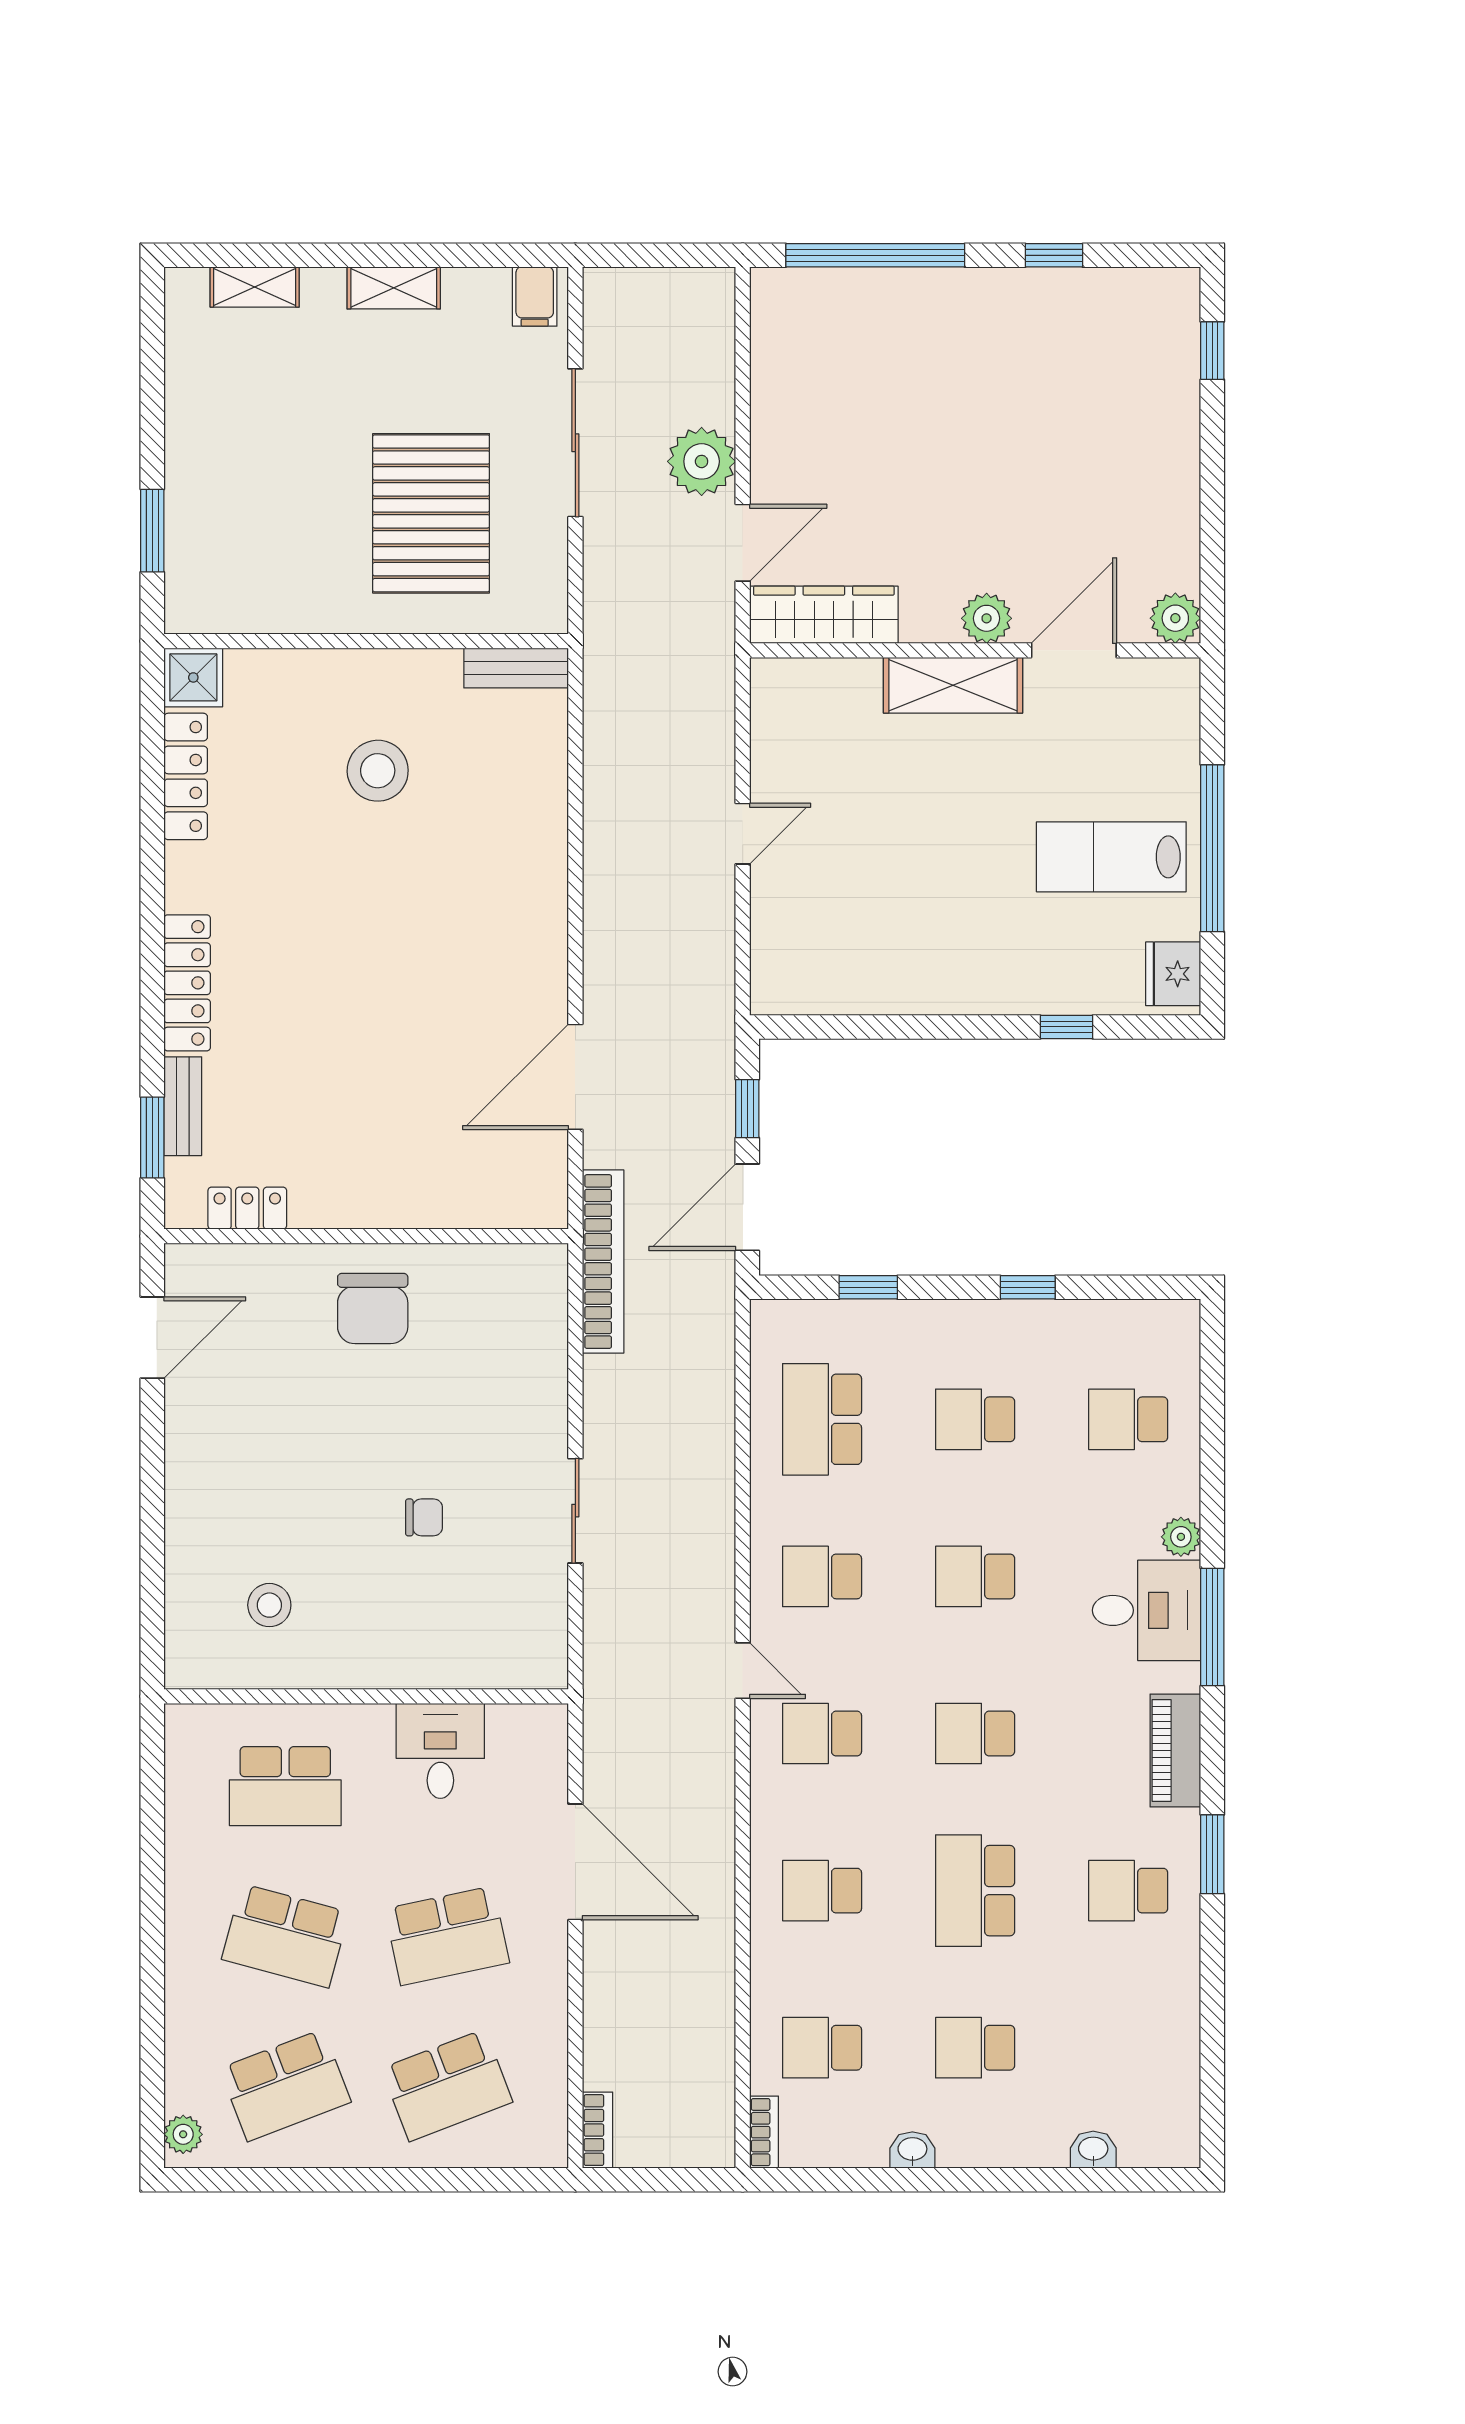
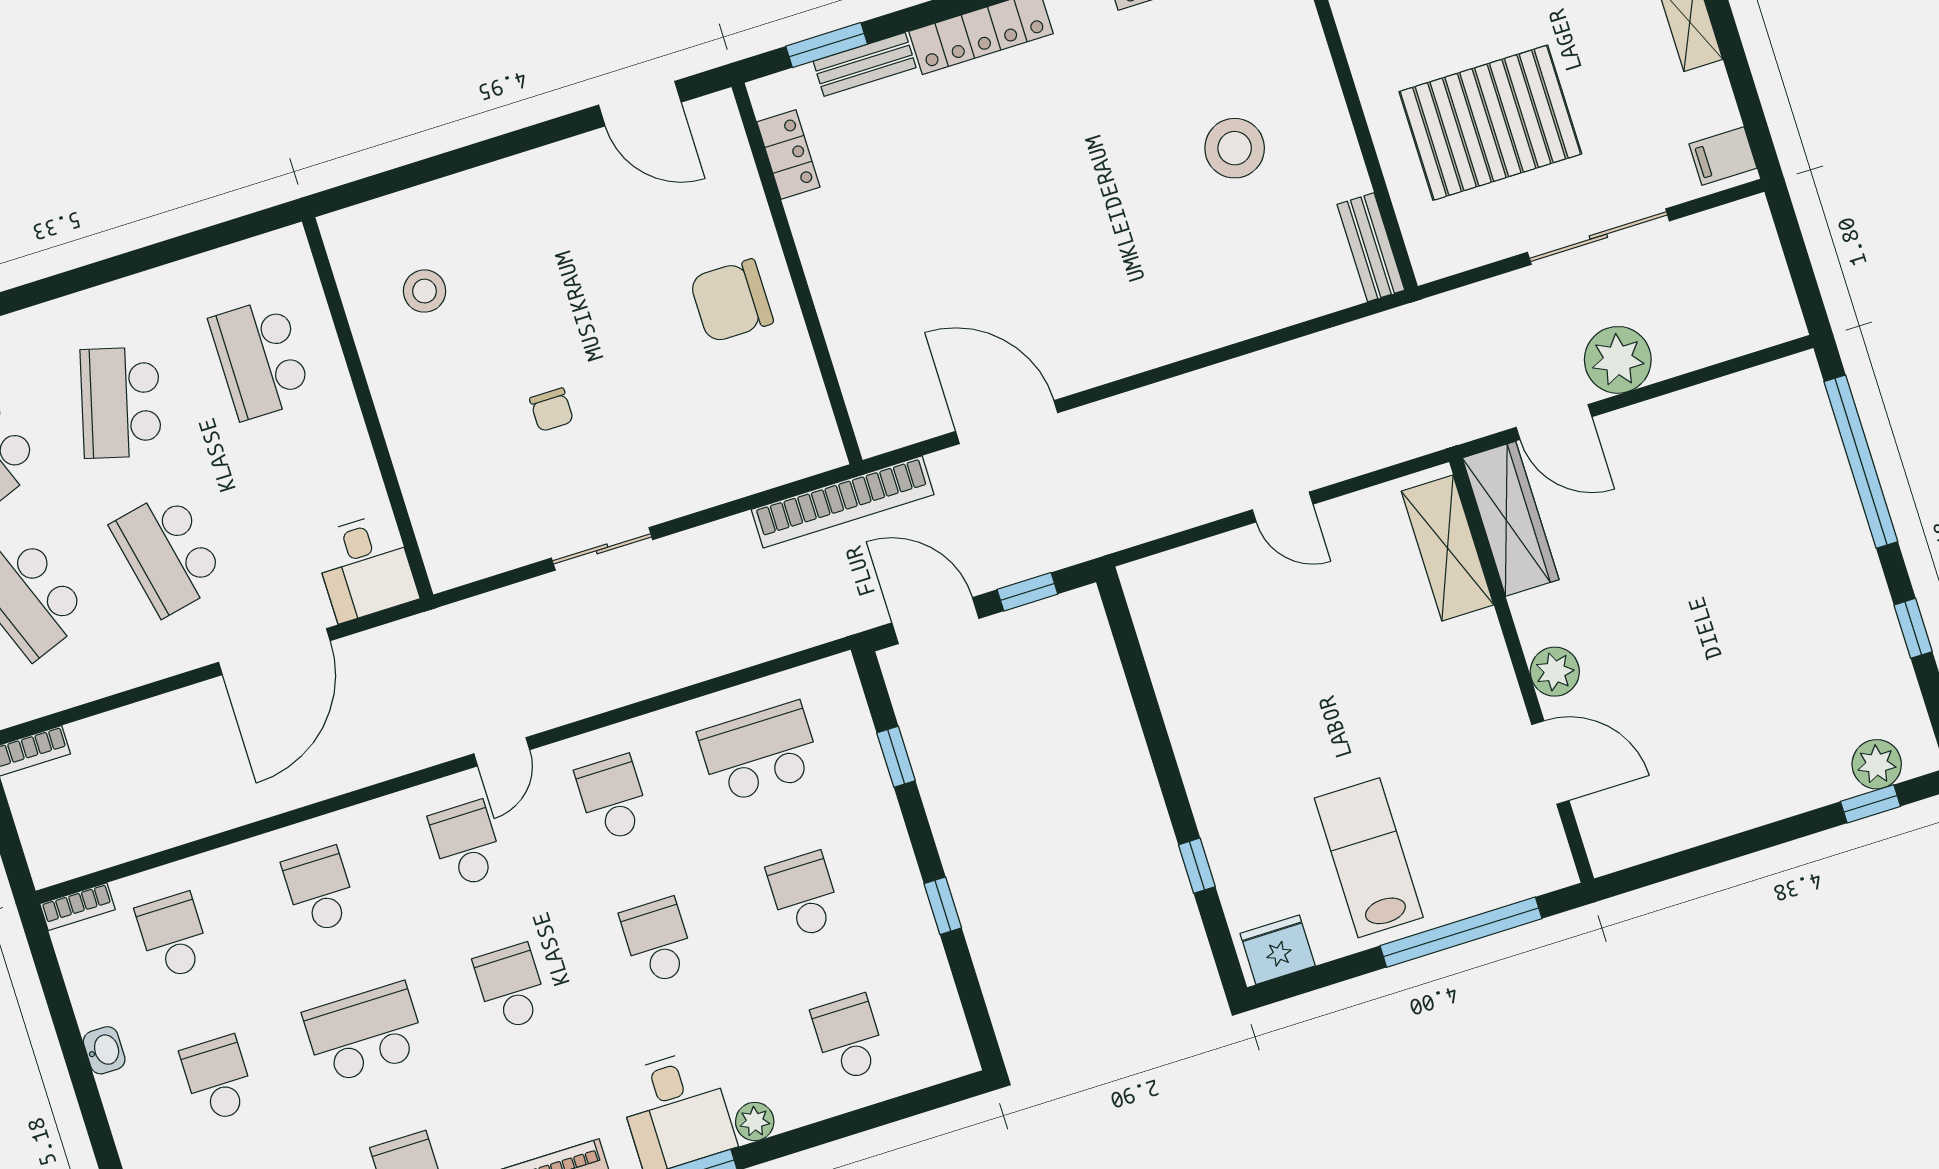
plant: (1175, 618) -> (1877, 764), moved
shelving: (953, 685) -> (1447, 548), moved
window: (1212, 848) -> (1461, 932), moved
desk: (440, 1751) -> (365, 567), moved, turned 90

